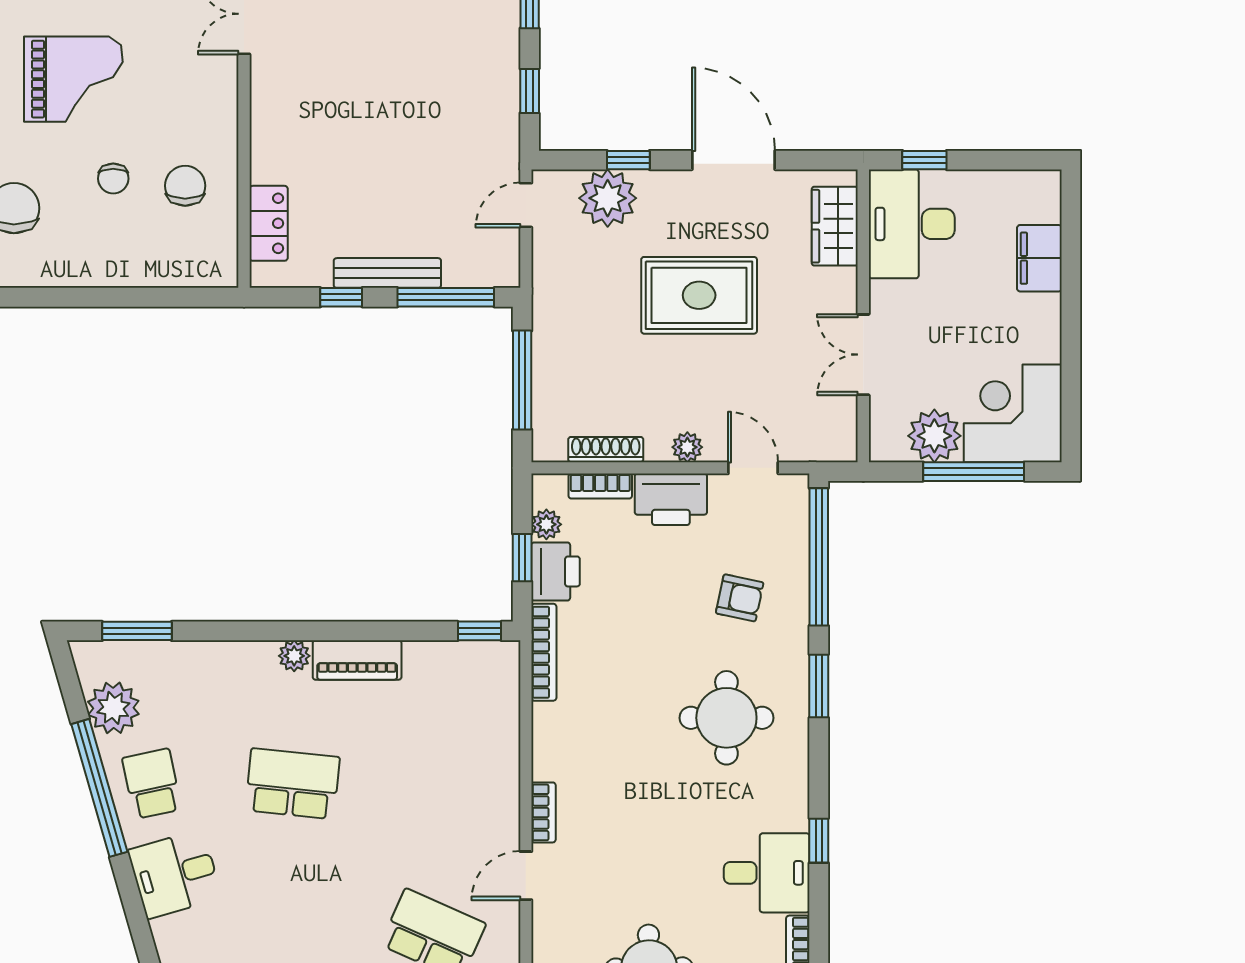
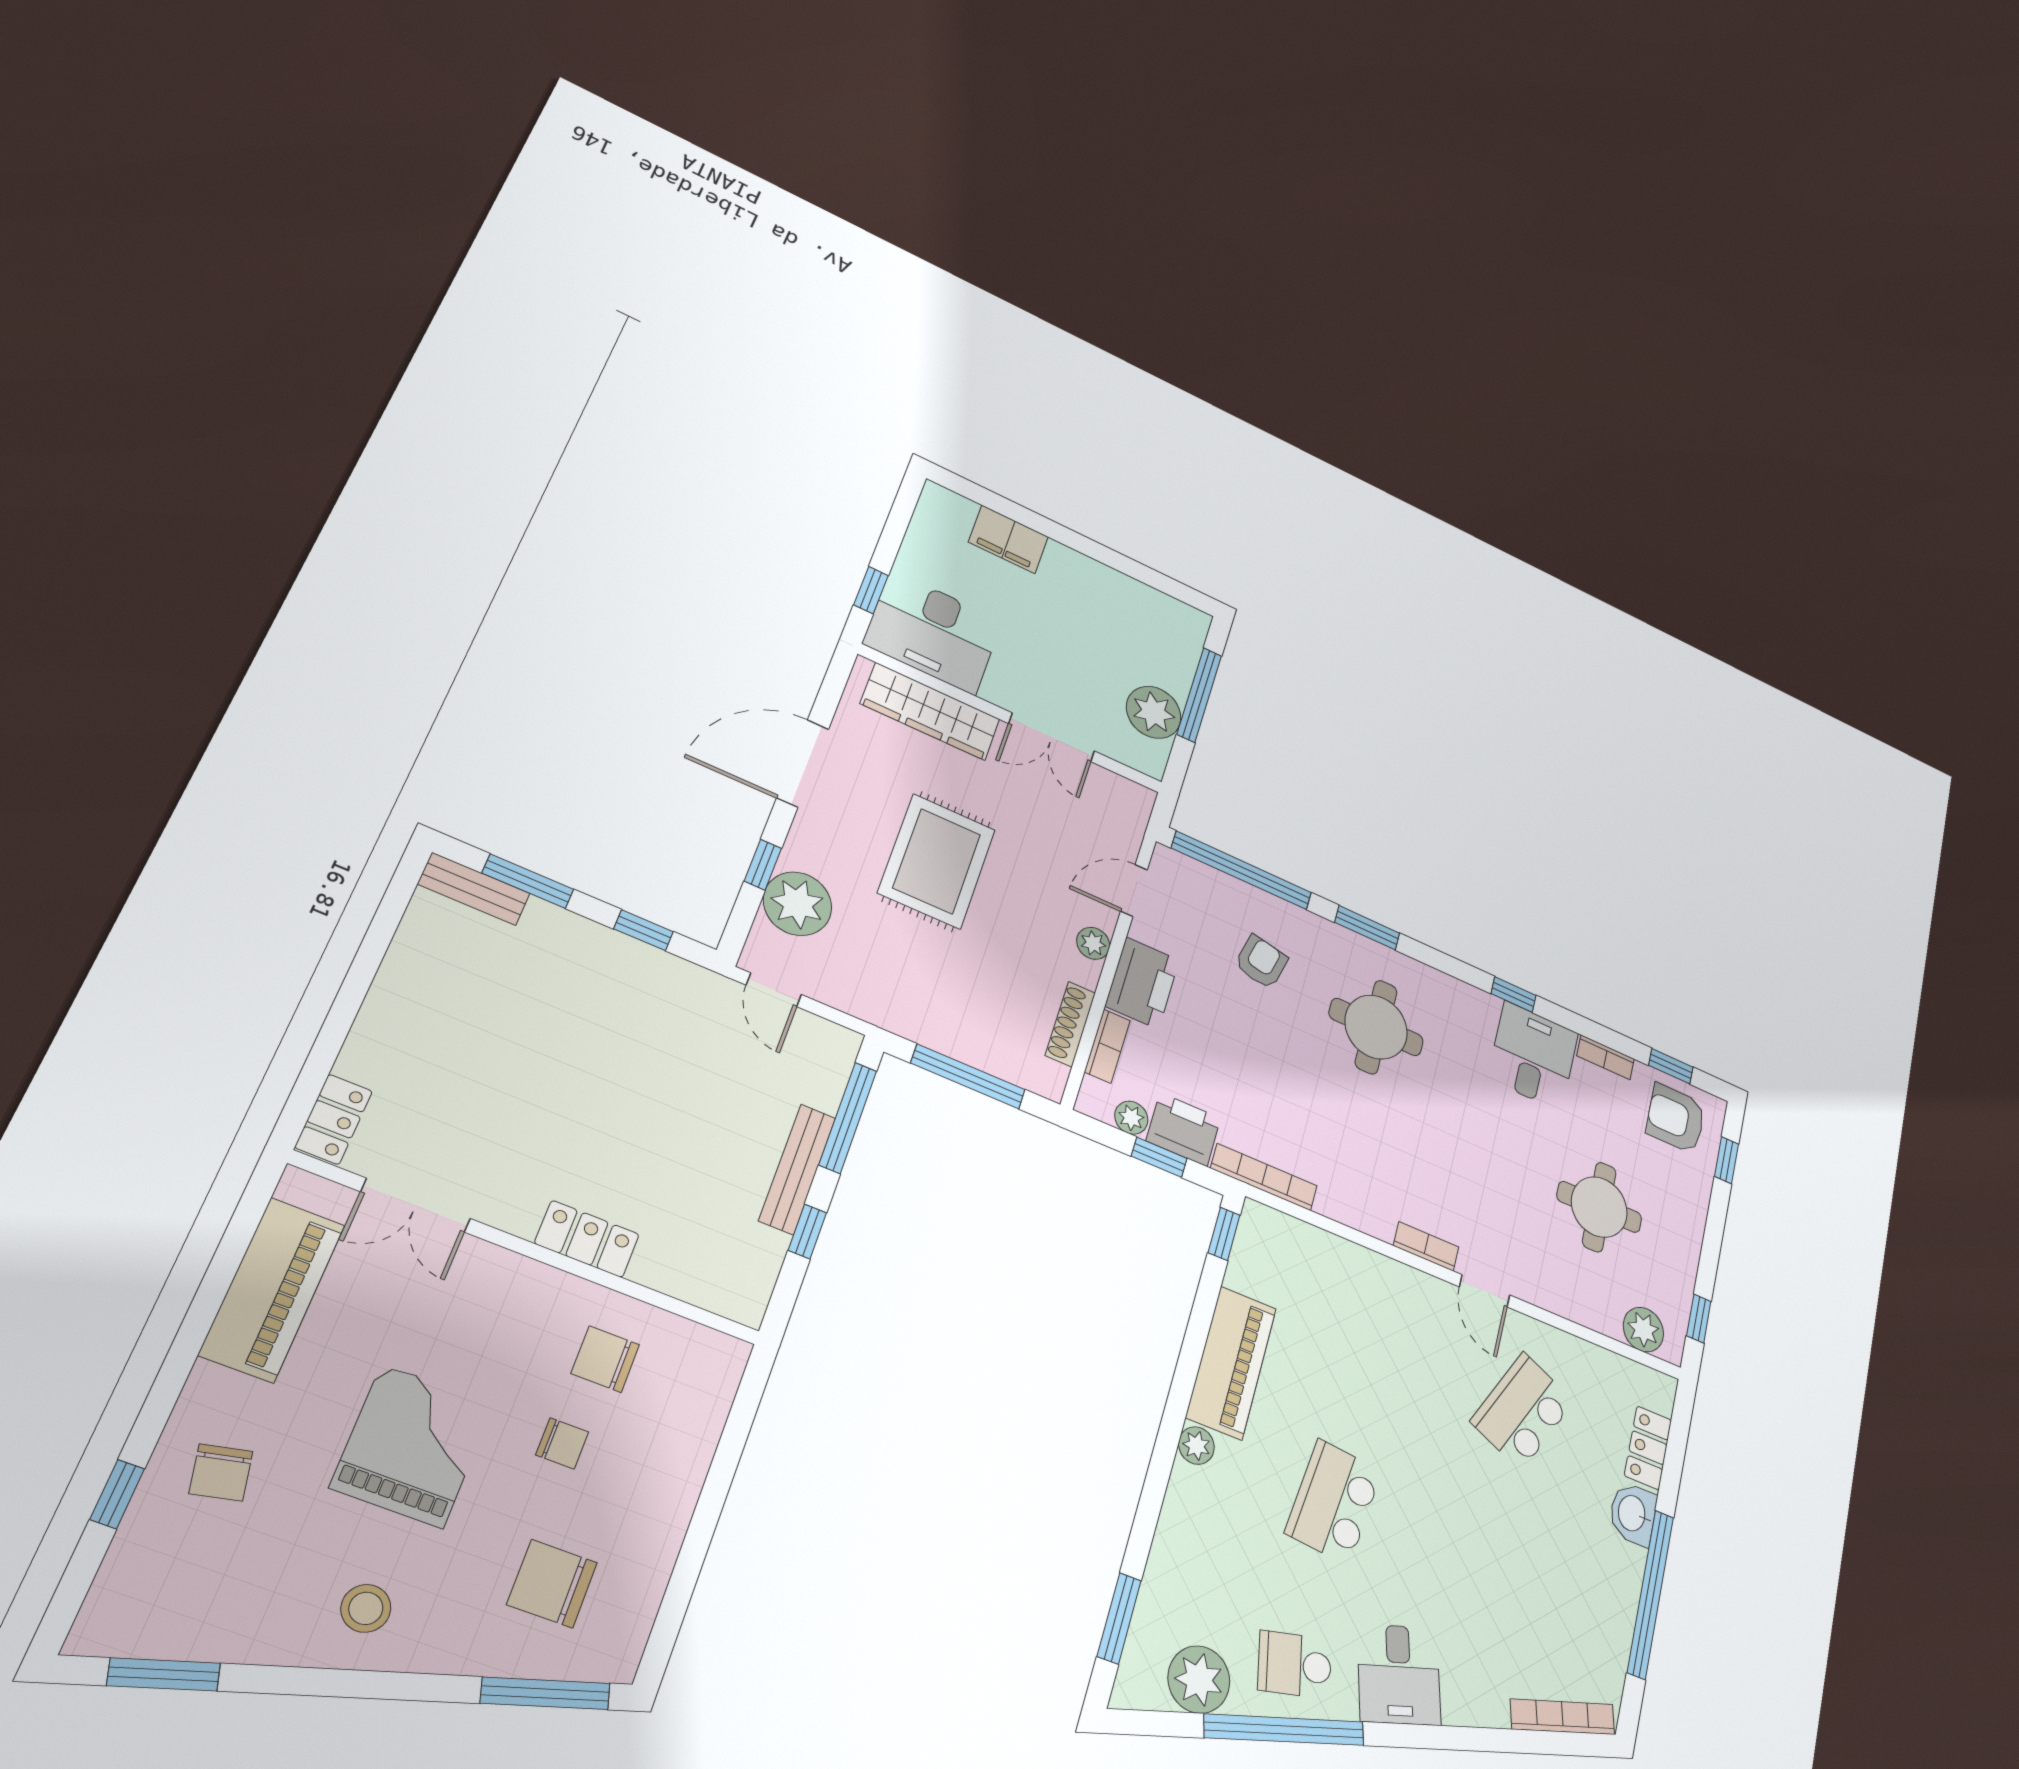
locker: (269, 223) -> (587, 1239), moved
wardrobe: (835, 226) -> (930, 711), width x1.50
corner desk: (1013, 413) -> (1153, 635), removed
piano: (357, 660) -> (1231, 1363), width x1.37, depth x1.33

